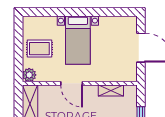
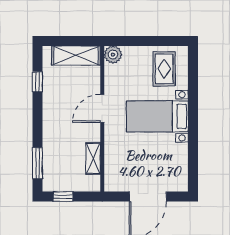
rug: (39, 49) -> (164, 69), moved

